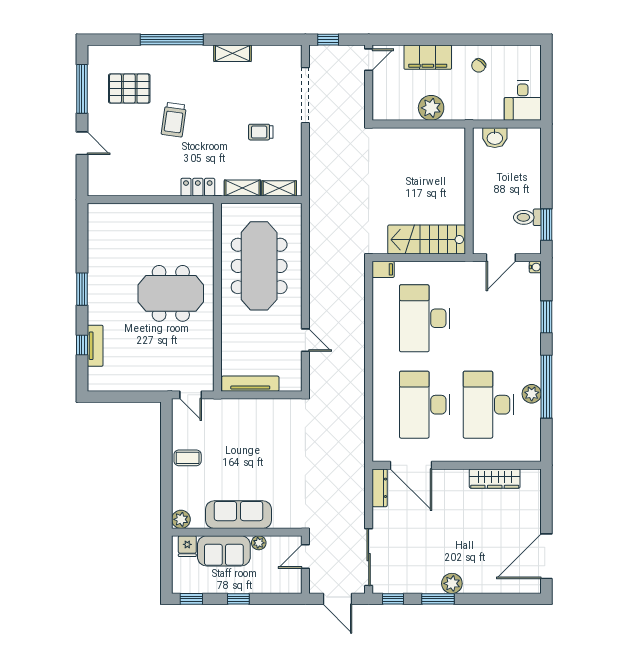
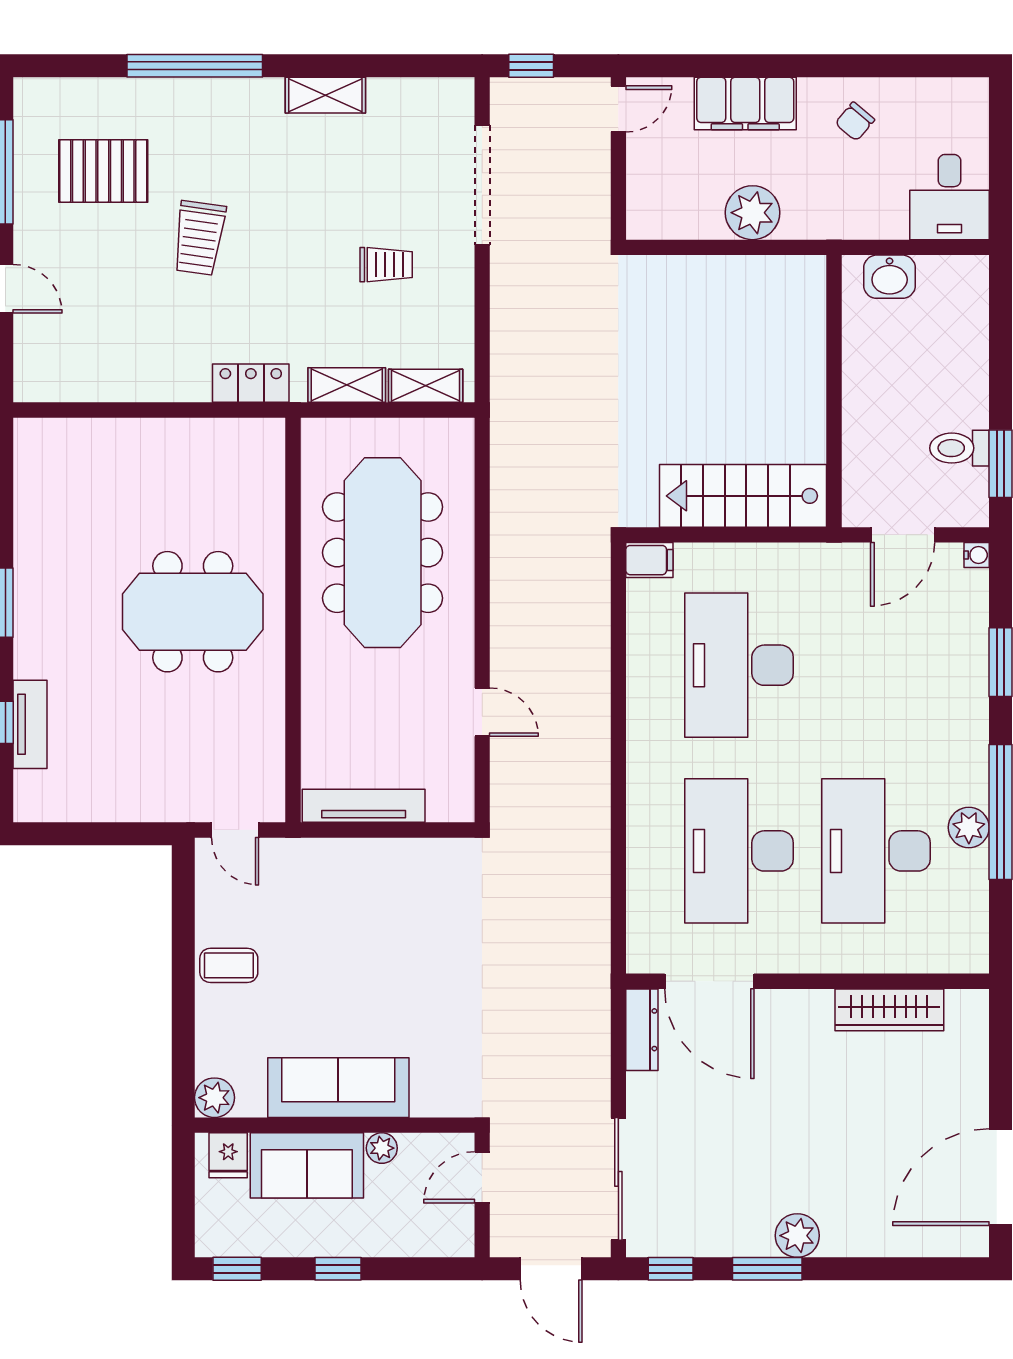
trolley: (261, 132) -> (386, 265), turned 180

